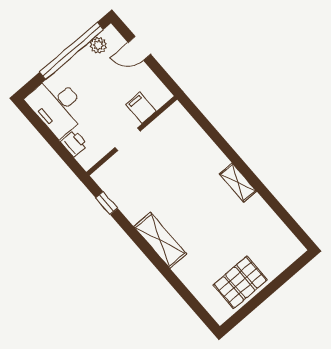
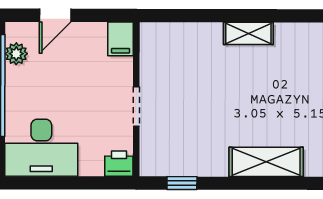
filing cabinet: (141, 108) -> (121, 39), moved, turned -90
printer: (74, 143) -> (119, 164), moved
shelving: (238, 183) -> (248, 33), moved

